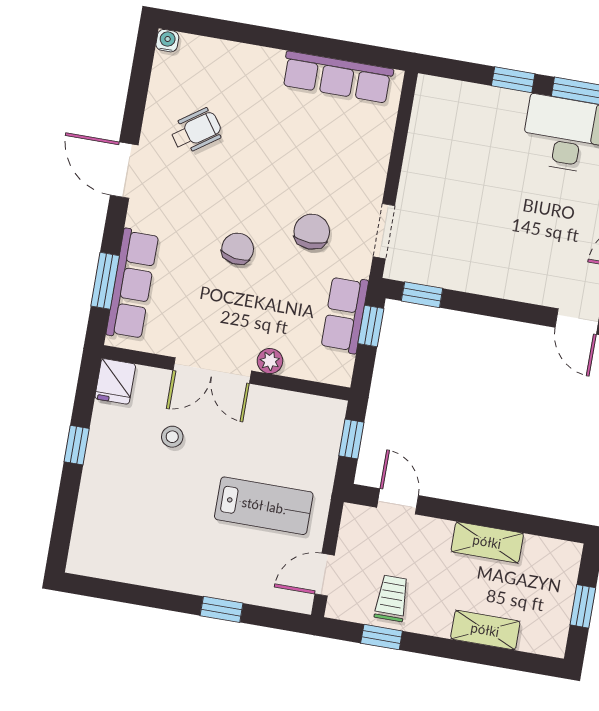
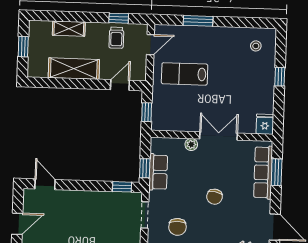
chair: (312, 232) -> (177, 227), moved
stool: (172, 437) -> (256, 46), moved
window: (77, 445) -> (280, 77), moved
door: (398, 501) -> (120, 85), swing flipped
shelving: (487, 542) -> (74, 69), width x1.50, depth x1.33
window: (222, 609) -> (198, 21), width x1.50

